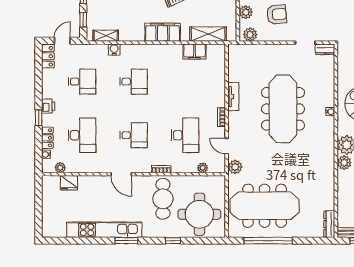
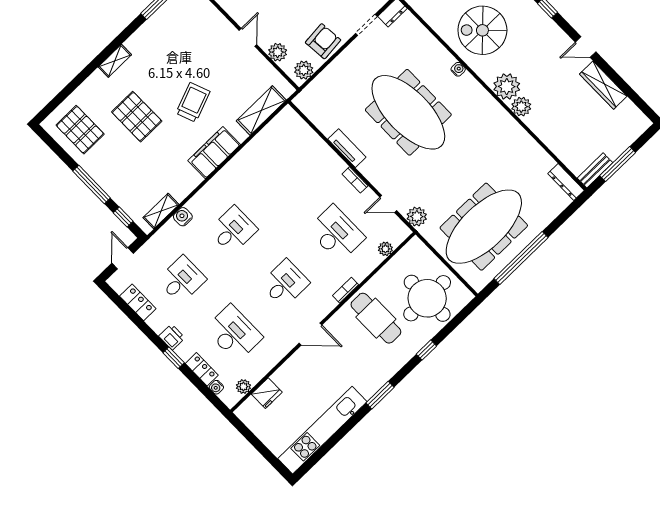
armchair: (277, 14) -> (323, 41), moved
filing cabinet: (194, 52) -> (265, 141), removed
locker: (48, 56) -> (138, 302), moved
kitchen unit: (104, 230) -> (322, 430), moved

